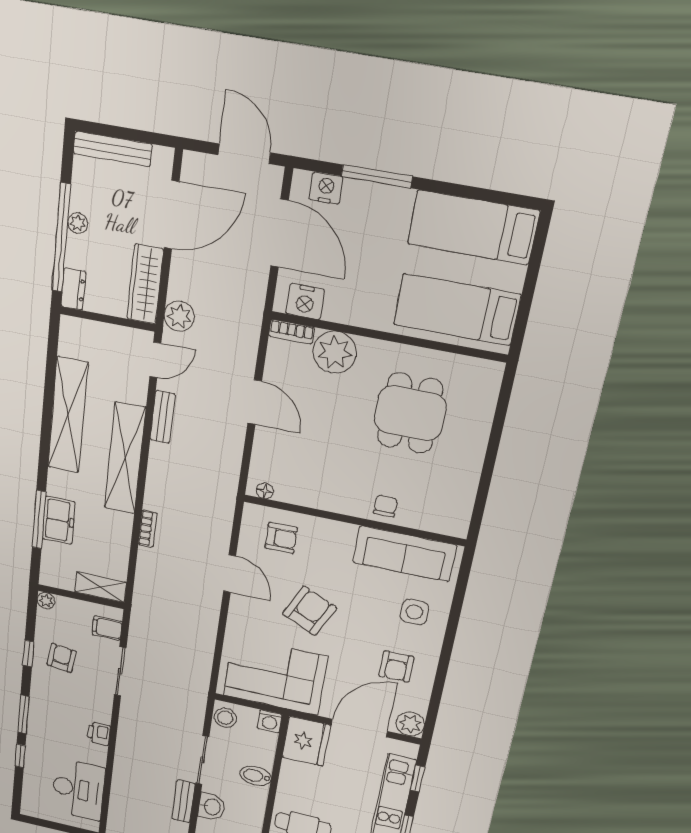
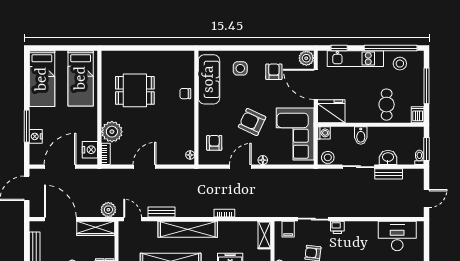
nightstand: (326, 188) -> (36, 136), moved
floor lamp: (236, 614) -> (263, 160), added
armchair: (396, 667) -> (274, 72), turned -90
printer: (99, 733) -> (337, 227), moved

